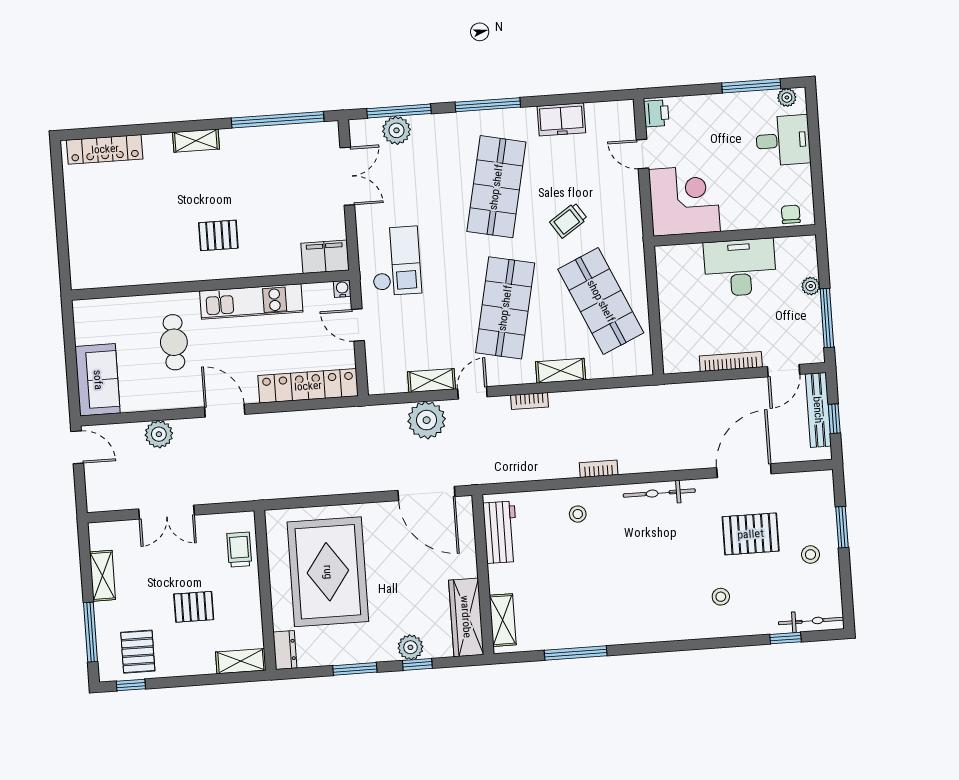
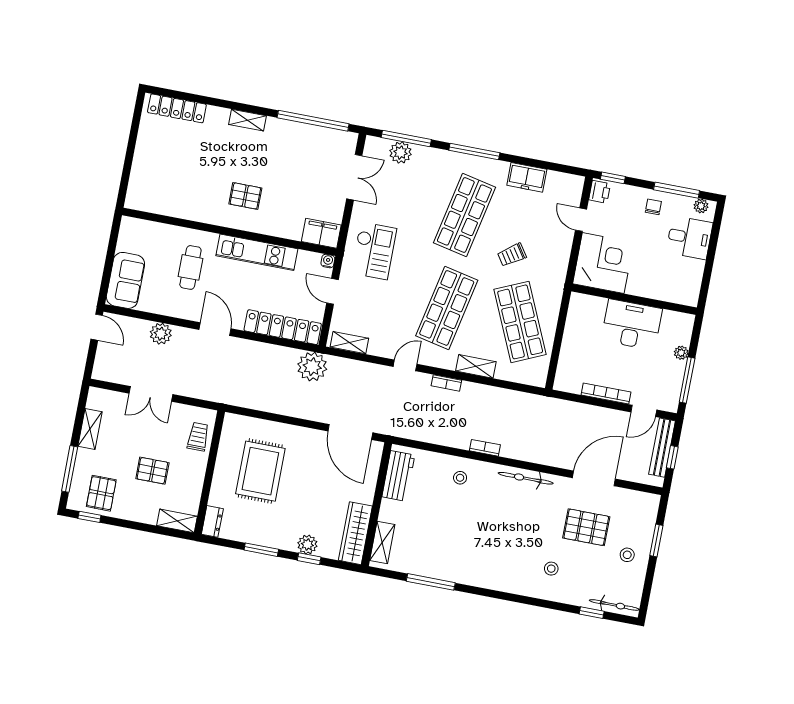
window: (668, 92) -> (613, 178), added
chair: (791, 214) -> (653, 207), moved
shelving: (432, 380) -> (349, 343), moved
plant: (427, 420) -> (312, 367), moved
rug: (328, 572) -> (260, 471), width x0.73, depth x0.69

